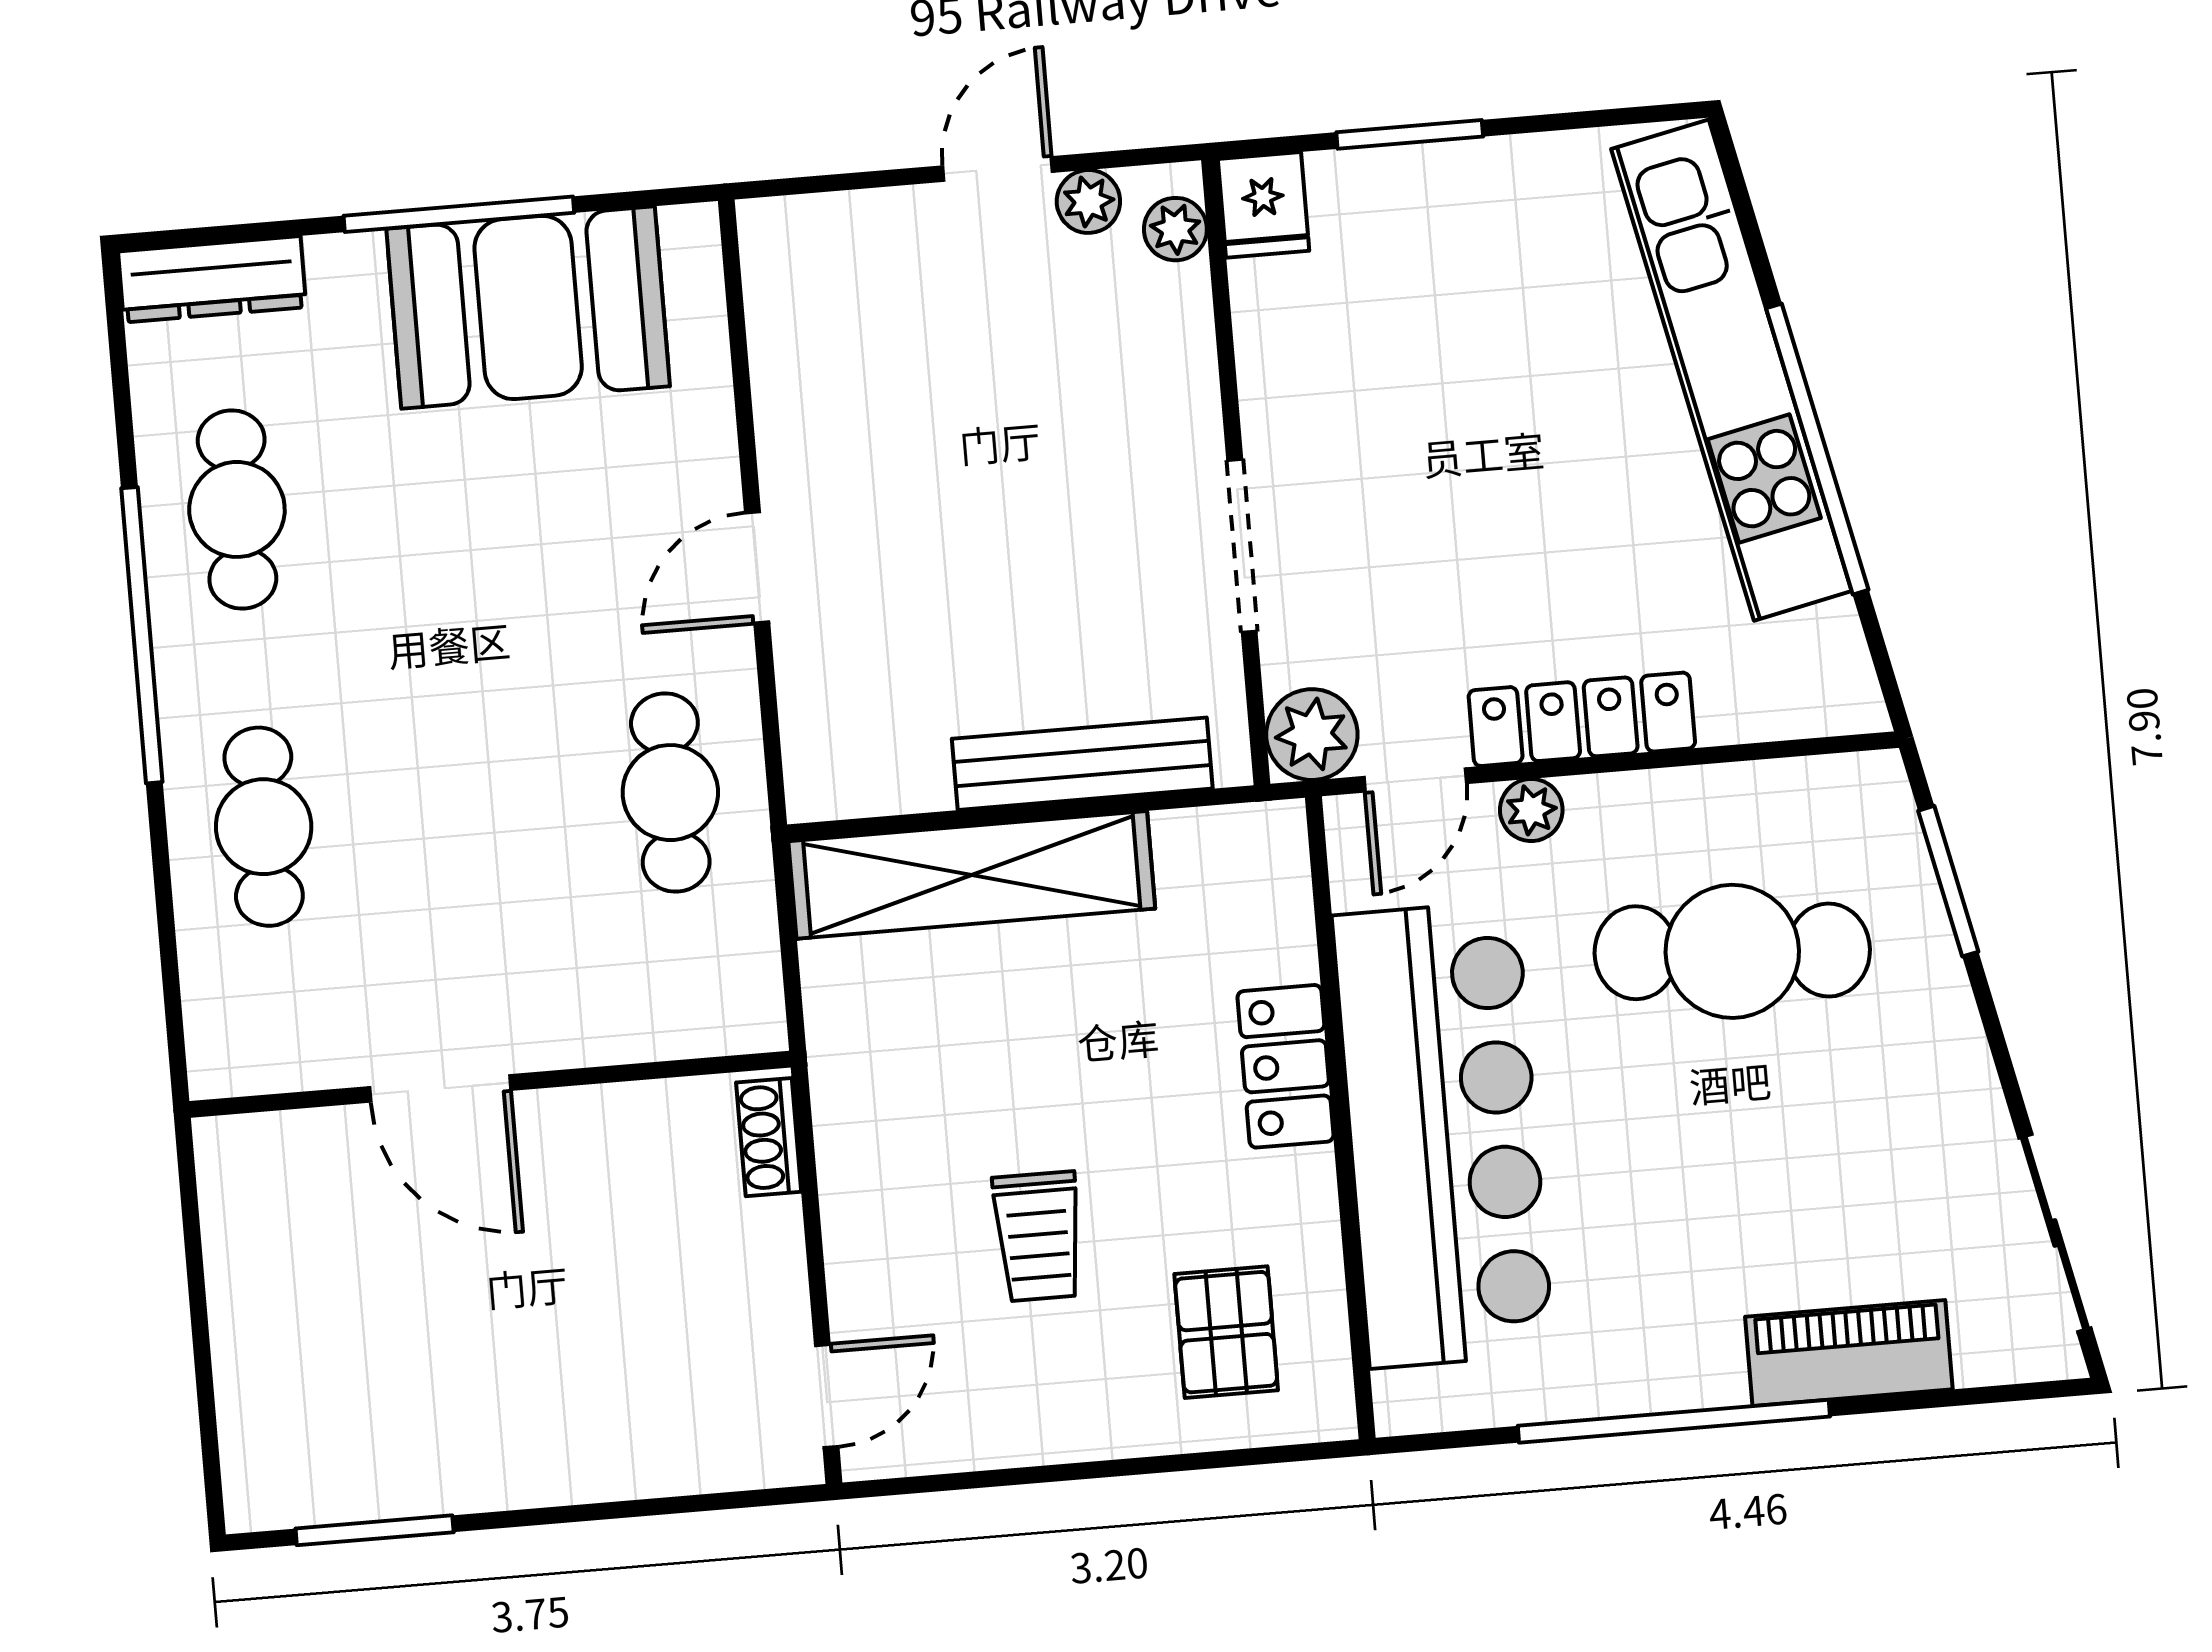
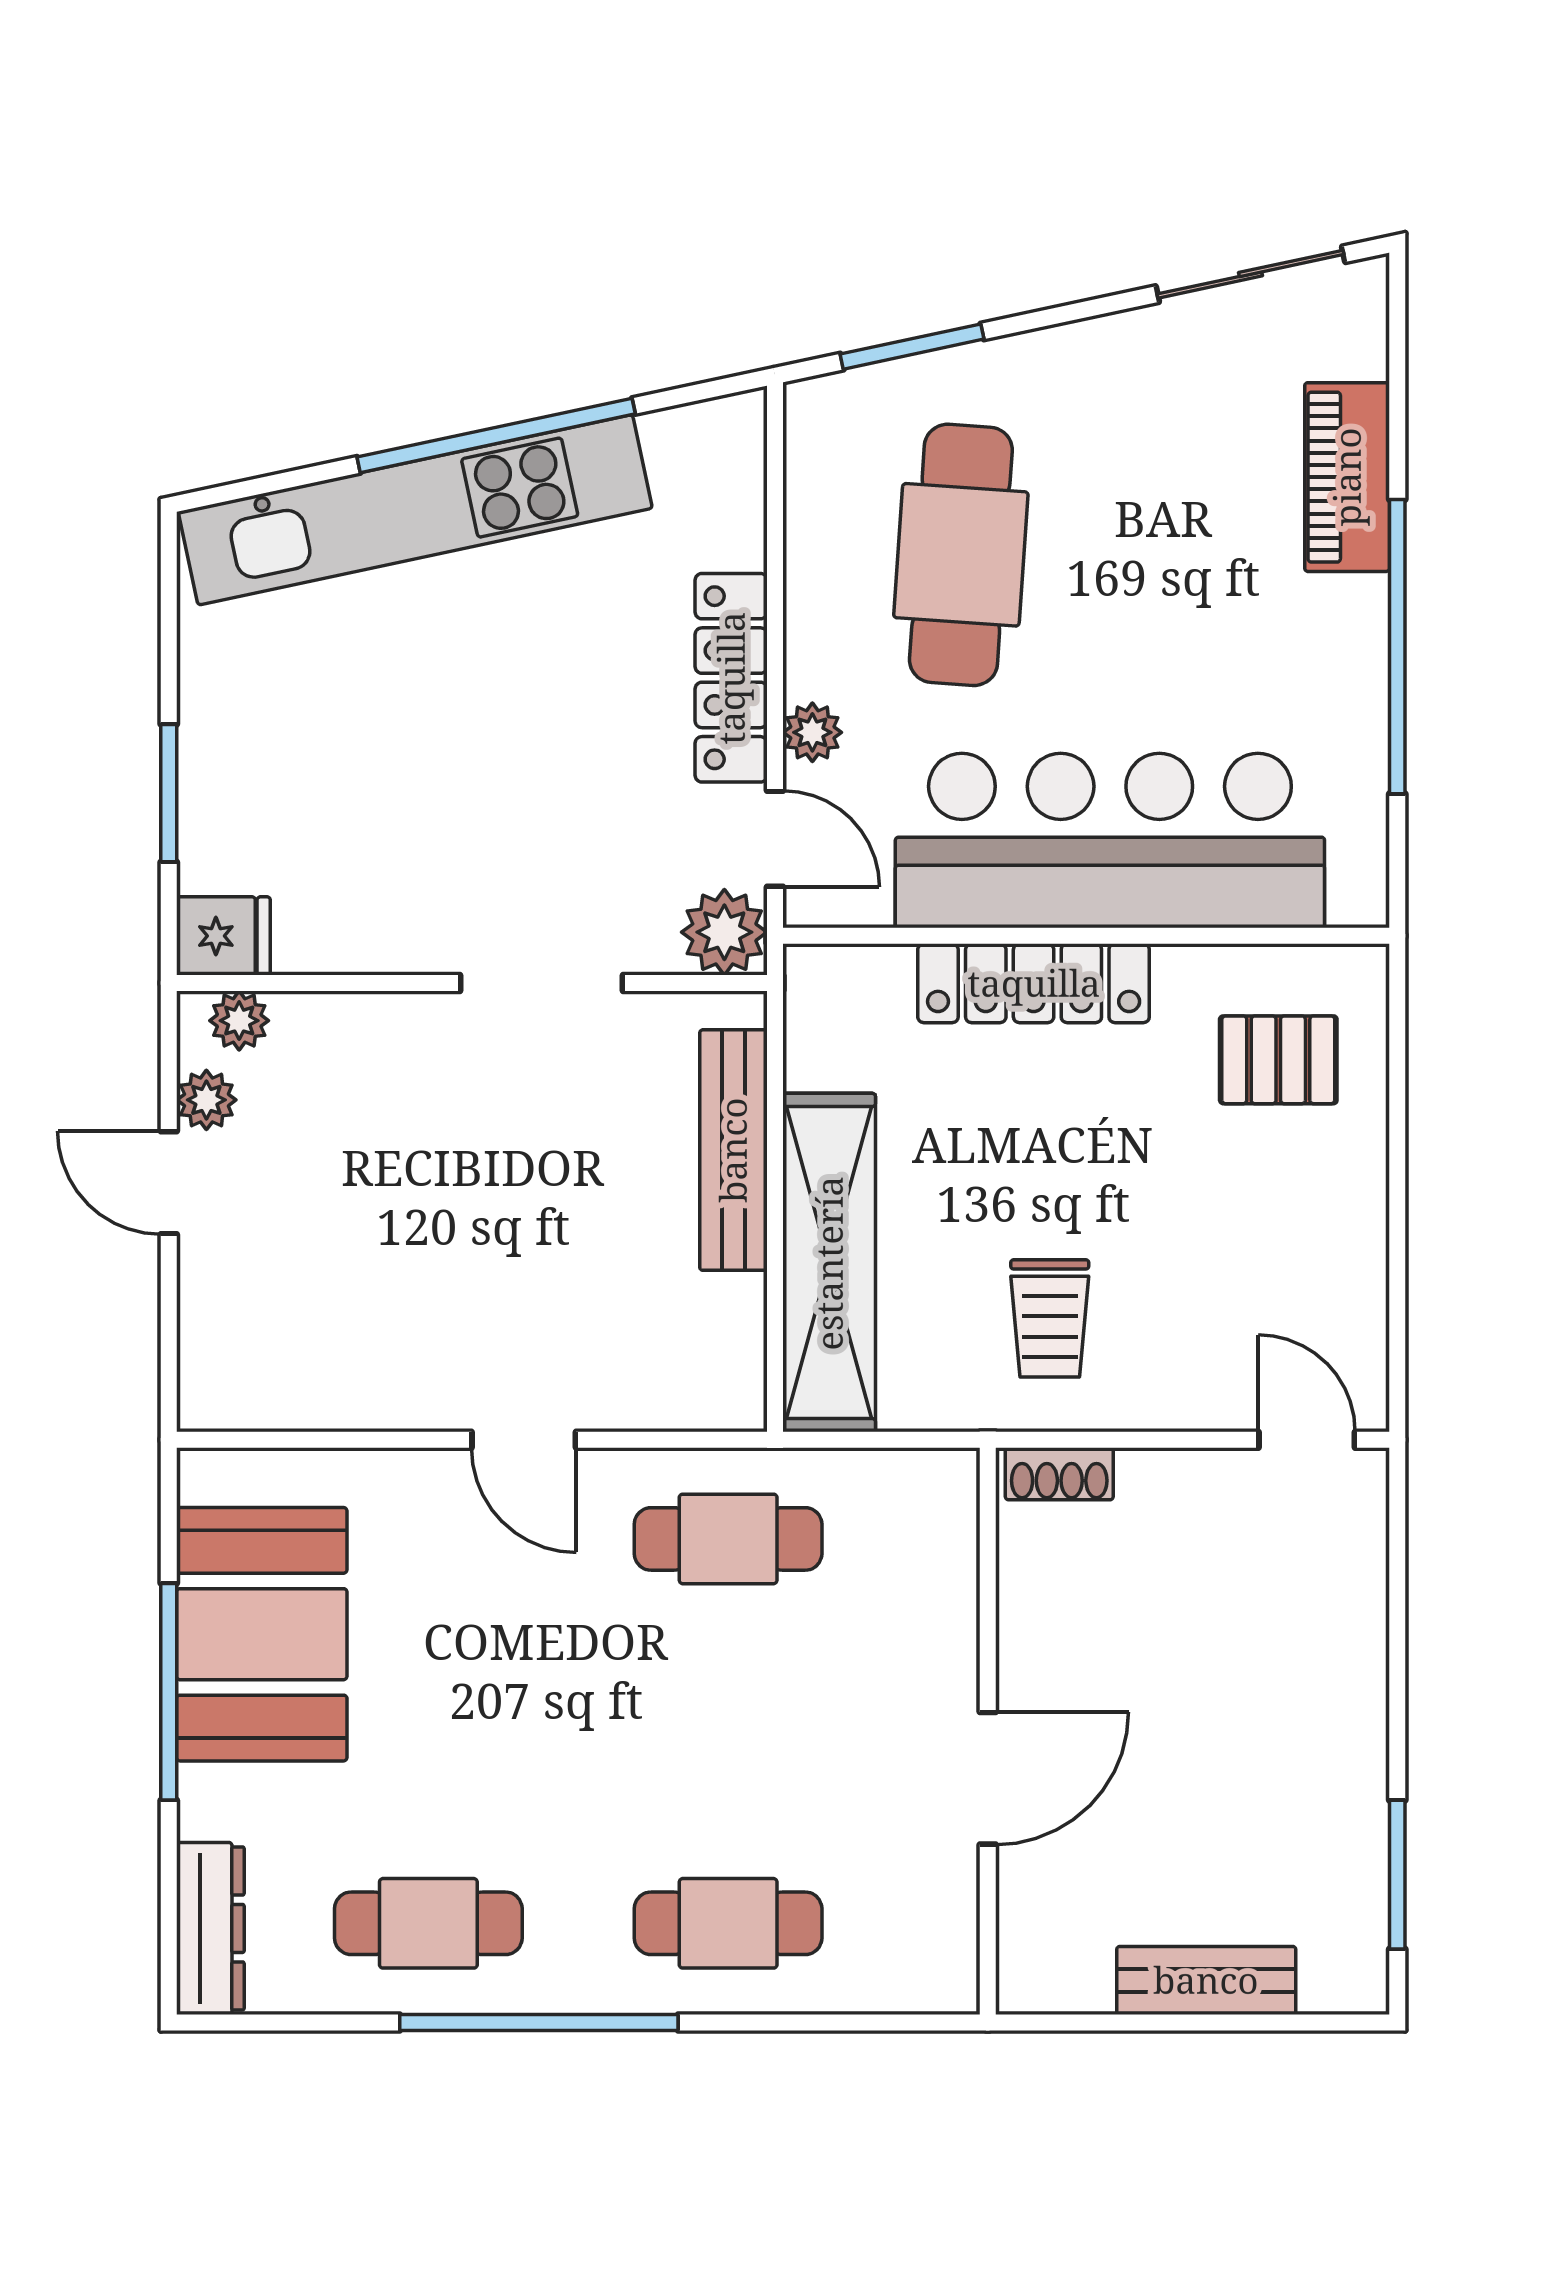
locker: (1285, 1066) -> (1034, 983), width x1.53
trolley: (1038, 1236) -> (1050, 1318), moved, turned 90
bench: (246, 1338) -> (1206, 1980), added

